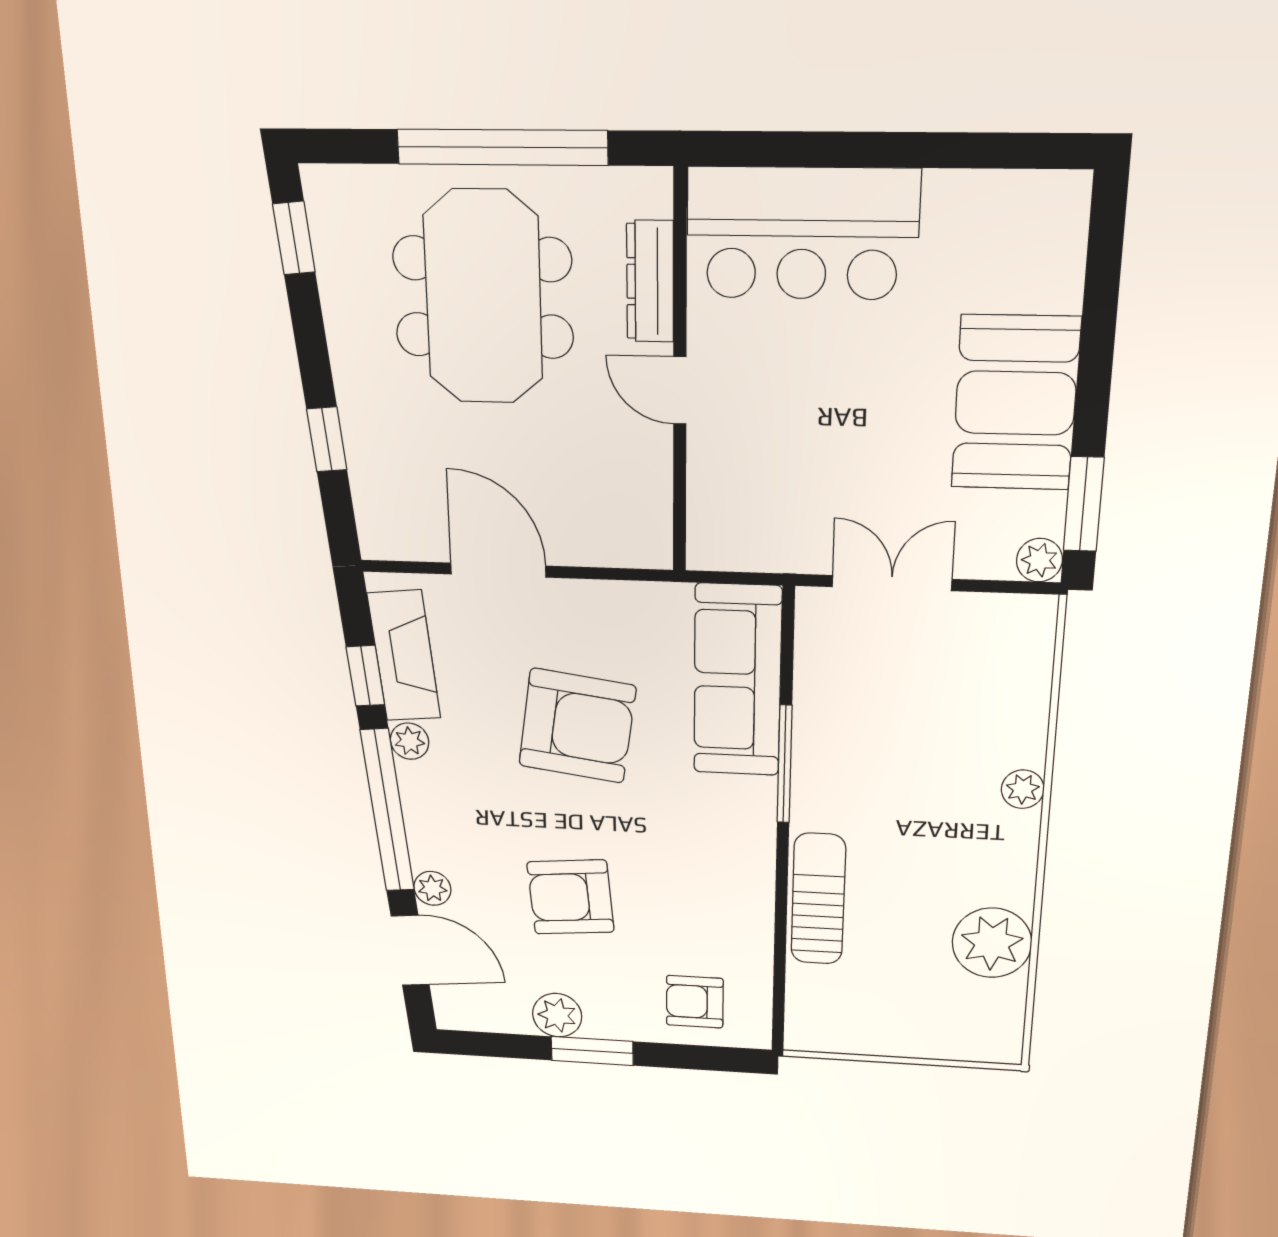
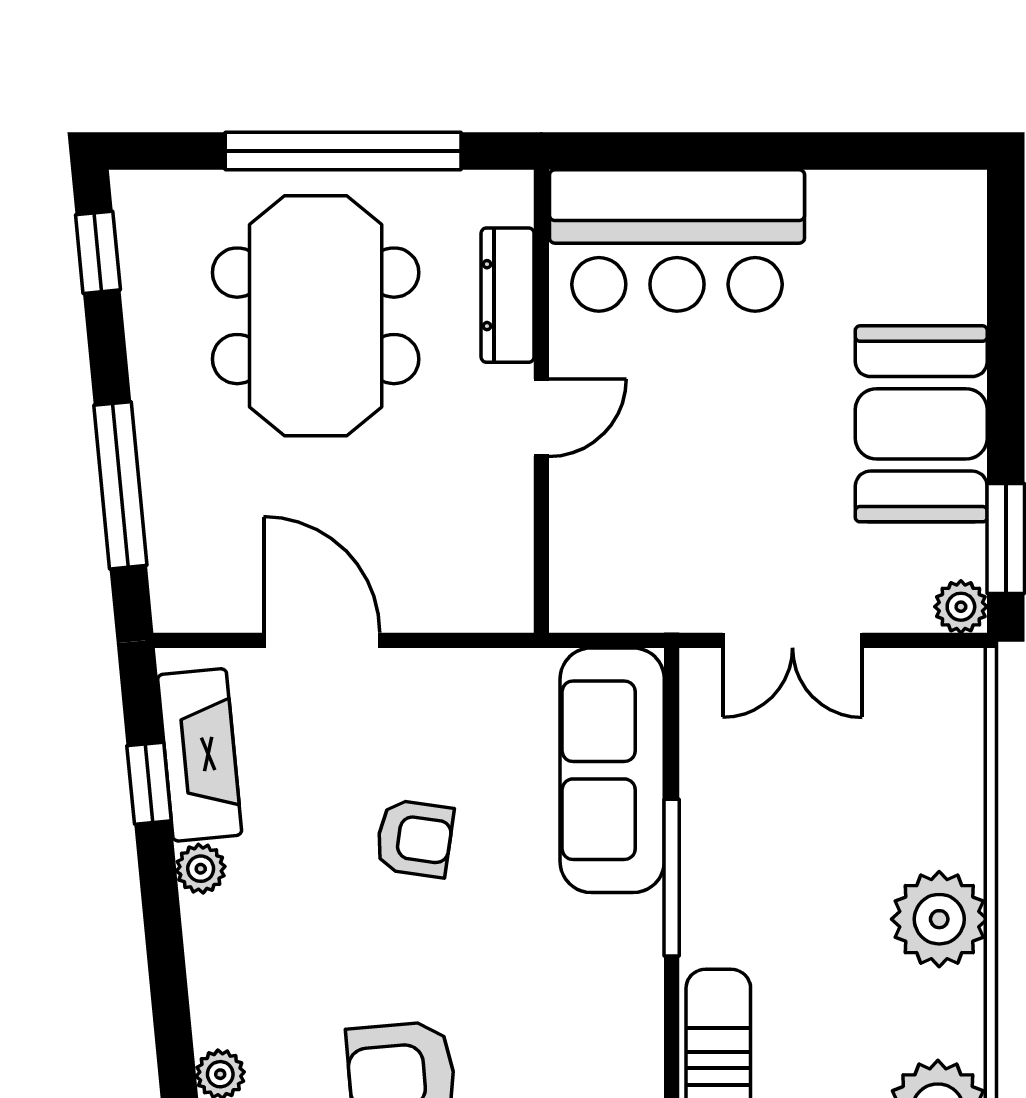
door: (680, 390) -> (541, 418), swing flipped
window: (327, 439) -> (120, 485), width x2.17
double door: (892, 583) -> (792, 640), swing flipped
armchair: (577, 726) -> (414, 838), width x0.53, depth x0.53
plant: (1023, 789) -> (939, 919), width x1.88, depth x1.88
window: (387, 811) -> (167, 966), removed

